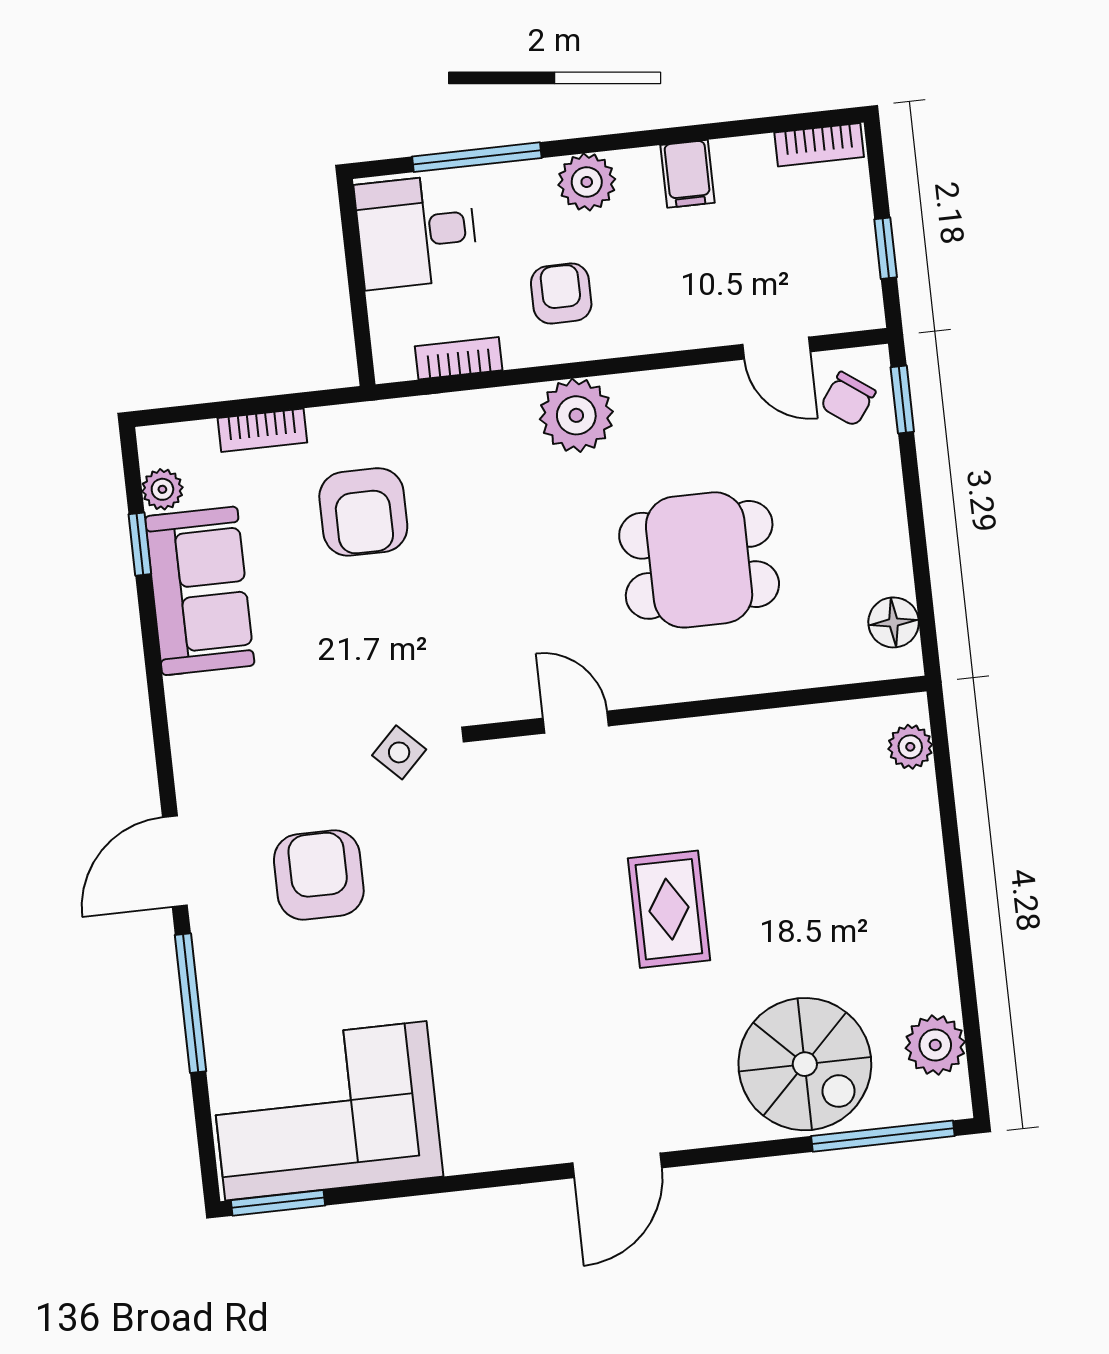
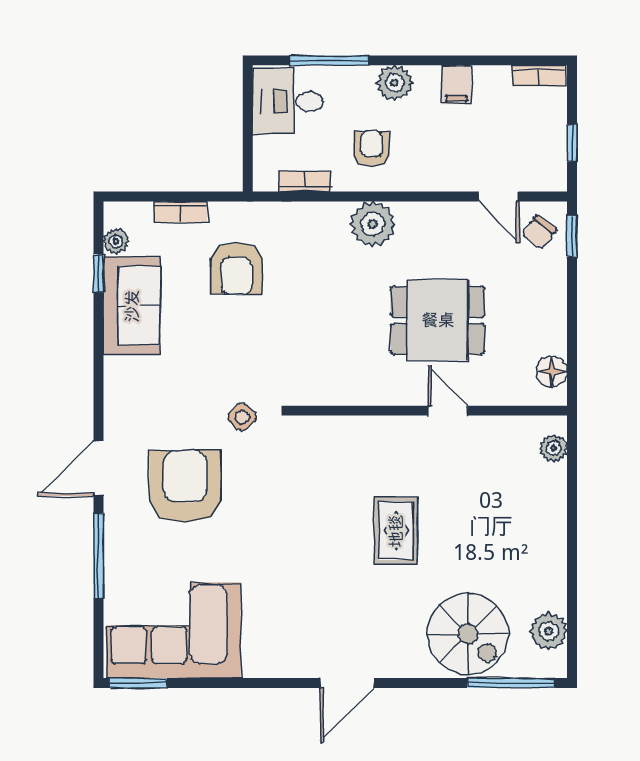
door: (576, 722) -> (448, 411), moved
armchair: (319, 875) -> (185, 486), width x1.36, depth x1.36

